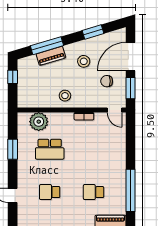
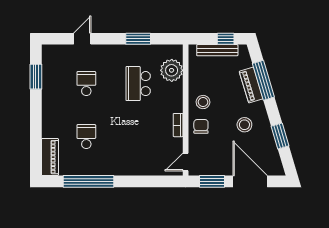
chair: (107, 81) -> (201, 126), moved
bench: (22, 84) -> (217, 50), added

